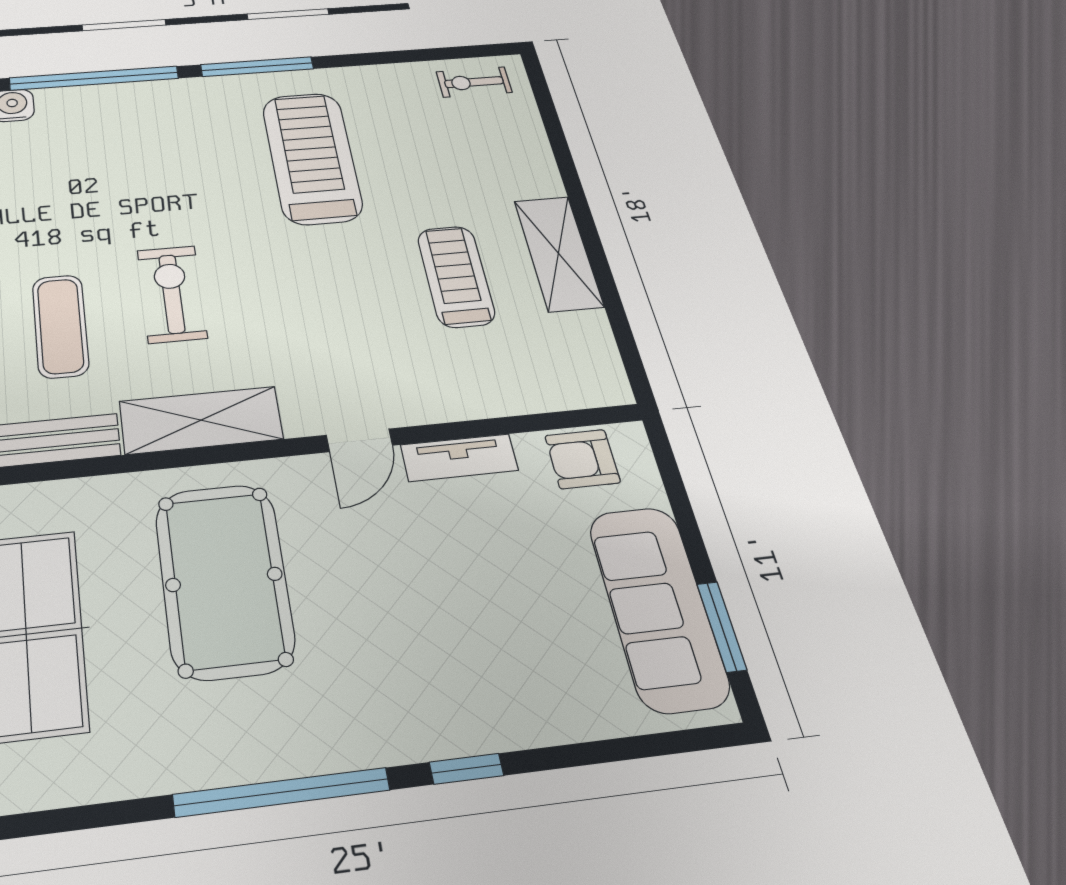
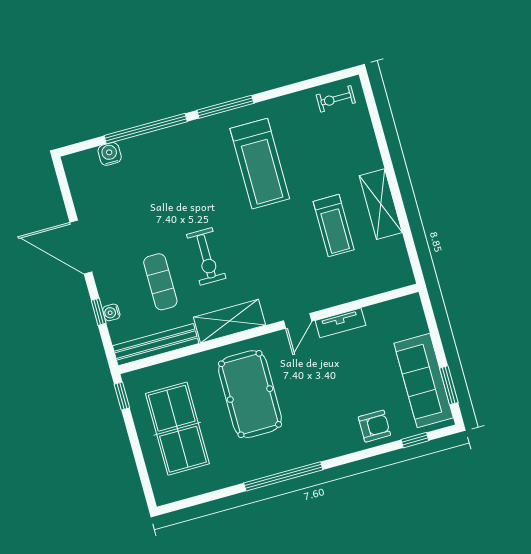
treadmill: (312, 157) -> (260, 164), turned 180
treadmill: (456, 276) -> (334, 226), turned 180
exercise bike: (172, 294) -> (206, 256), turned 180
armchair: (582, 459) -> (374, 426), moved, turned 180
window: (466, 769) -> (415, 440), moved

